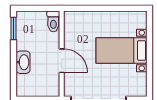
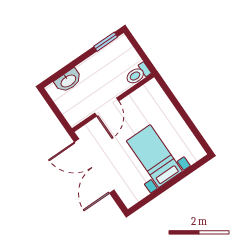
washbasin: (23, 62) -> (68, 81), moved

